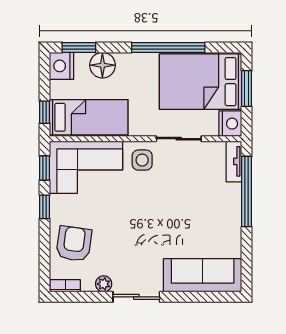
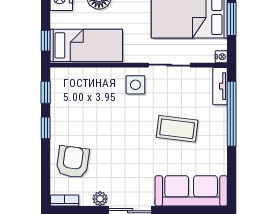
nightstand: (230, 124) -> (221, 57), width x0.53, depth x0.56
corner sofa: (86, 167) -> (84, 91), removed
coffee table: (187, 208) -> (177, 129), added

